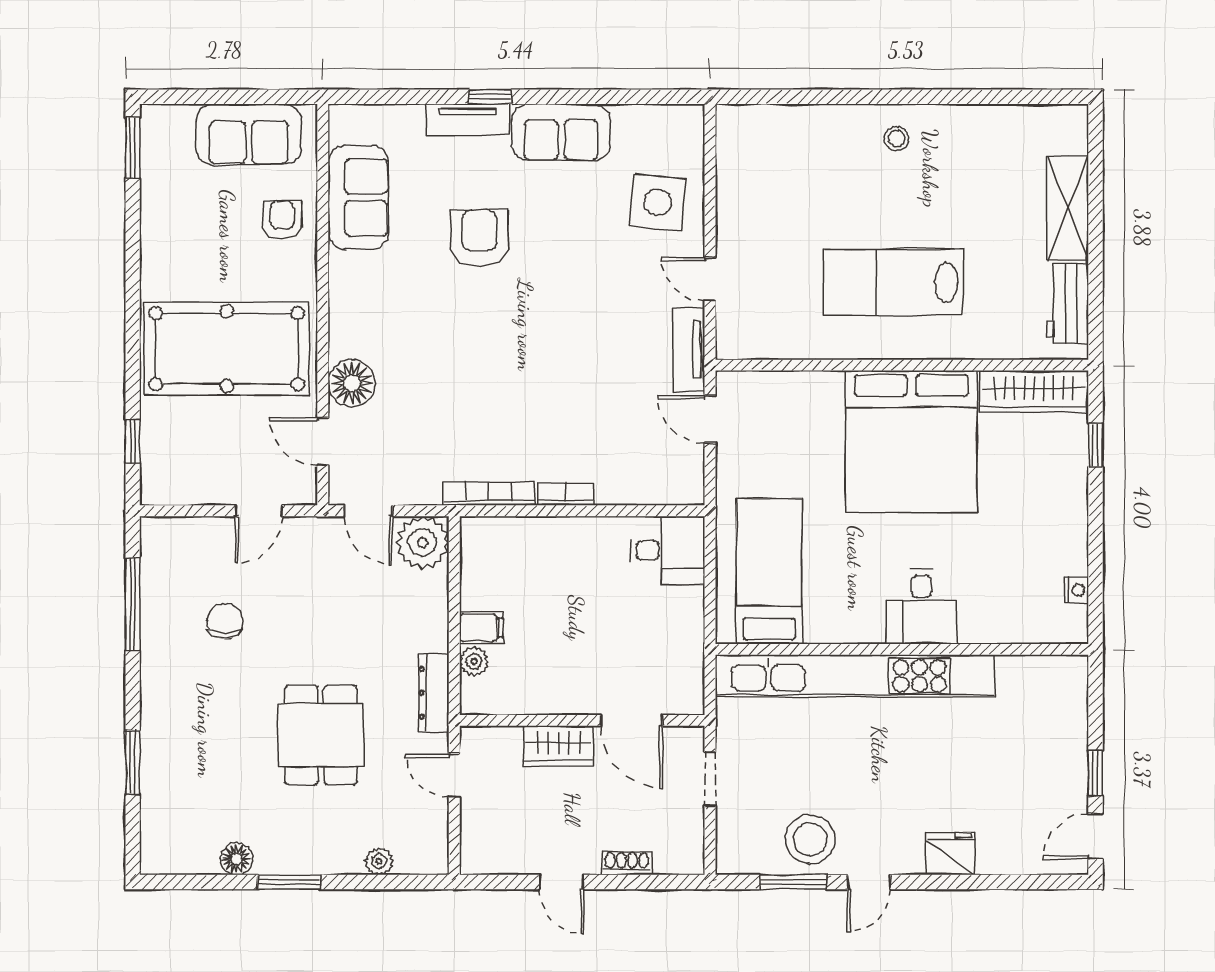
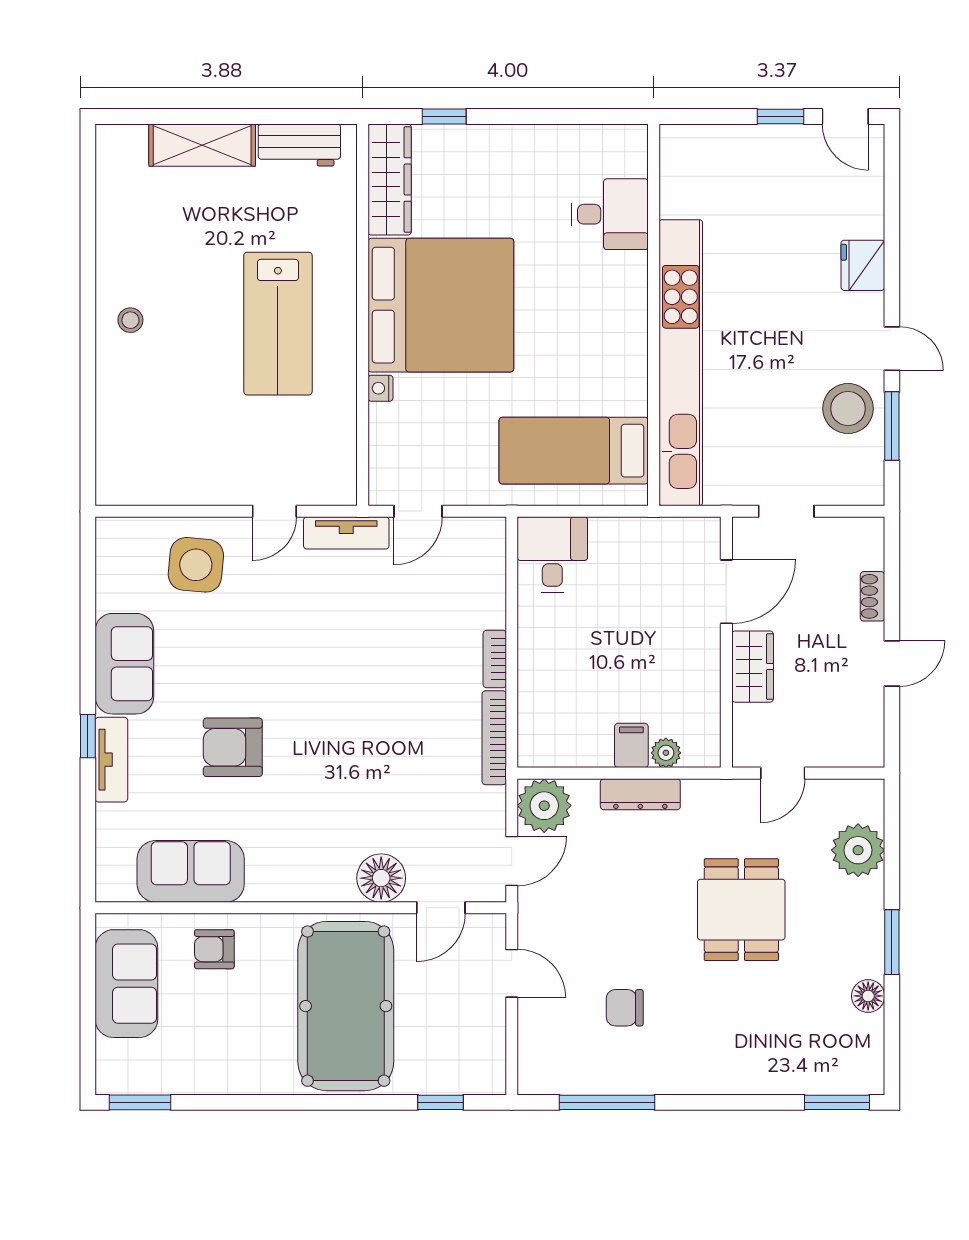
nightstand: (1076, 590) -> (380, 388), moved, turned -90
desk: (921, 607) -> (610, 214), moved
dresser: (434, 693) -> (640, 794), moved
dining table: (321, 735) -> (741, 910), turned 90
window: (133, 762) -> (837, 1102), moved
plant: (379, 861) -> (858, 850), width x1.87, depth x1.87

